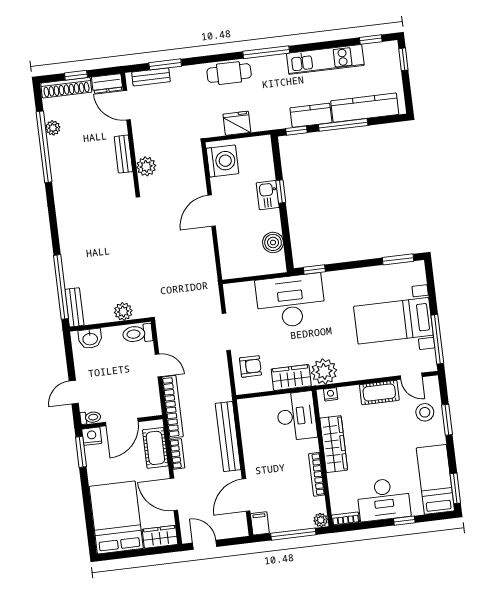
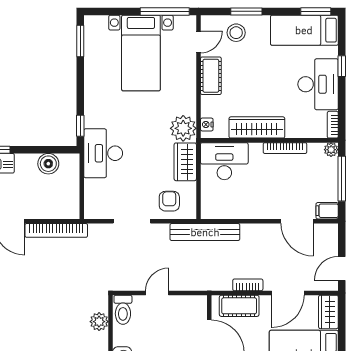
desk: (291, 301) -> (103, 153), width x0.73, depth x0.77
bookcase: (173, 407) -> (56, 230), moved, turned 180
bench: (228, 436) -> (205, 232), moved

